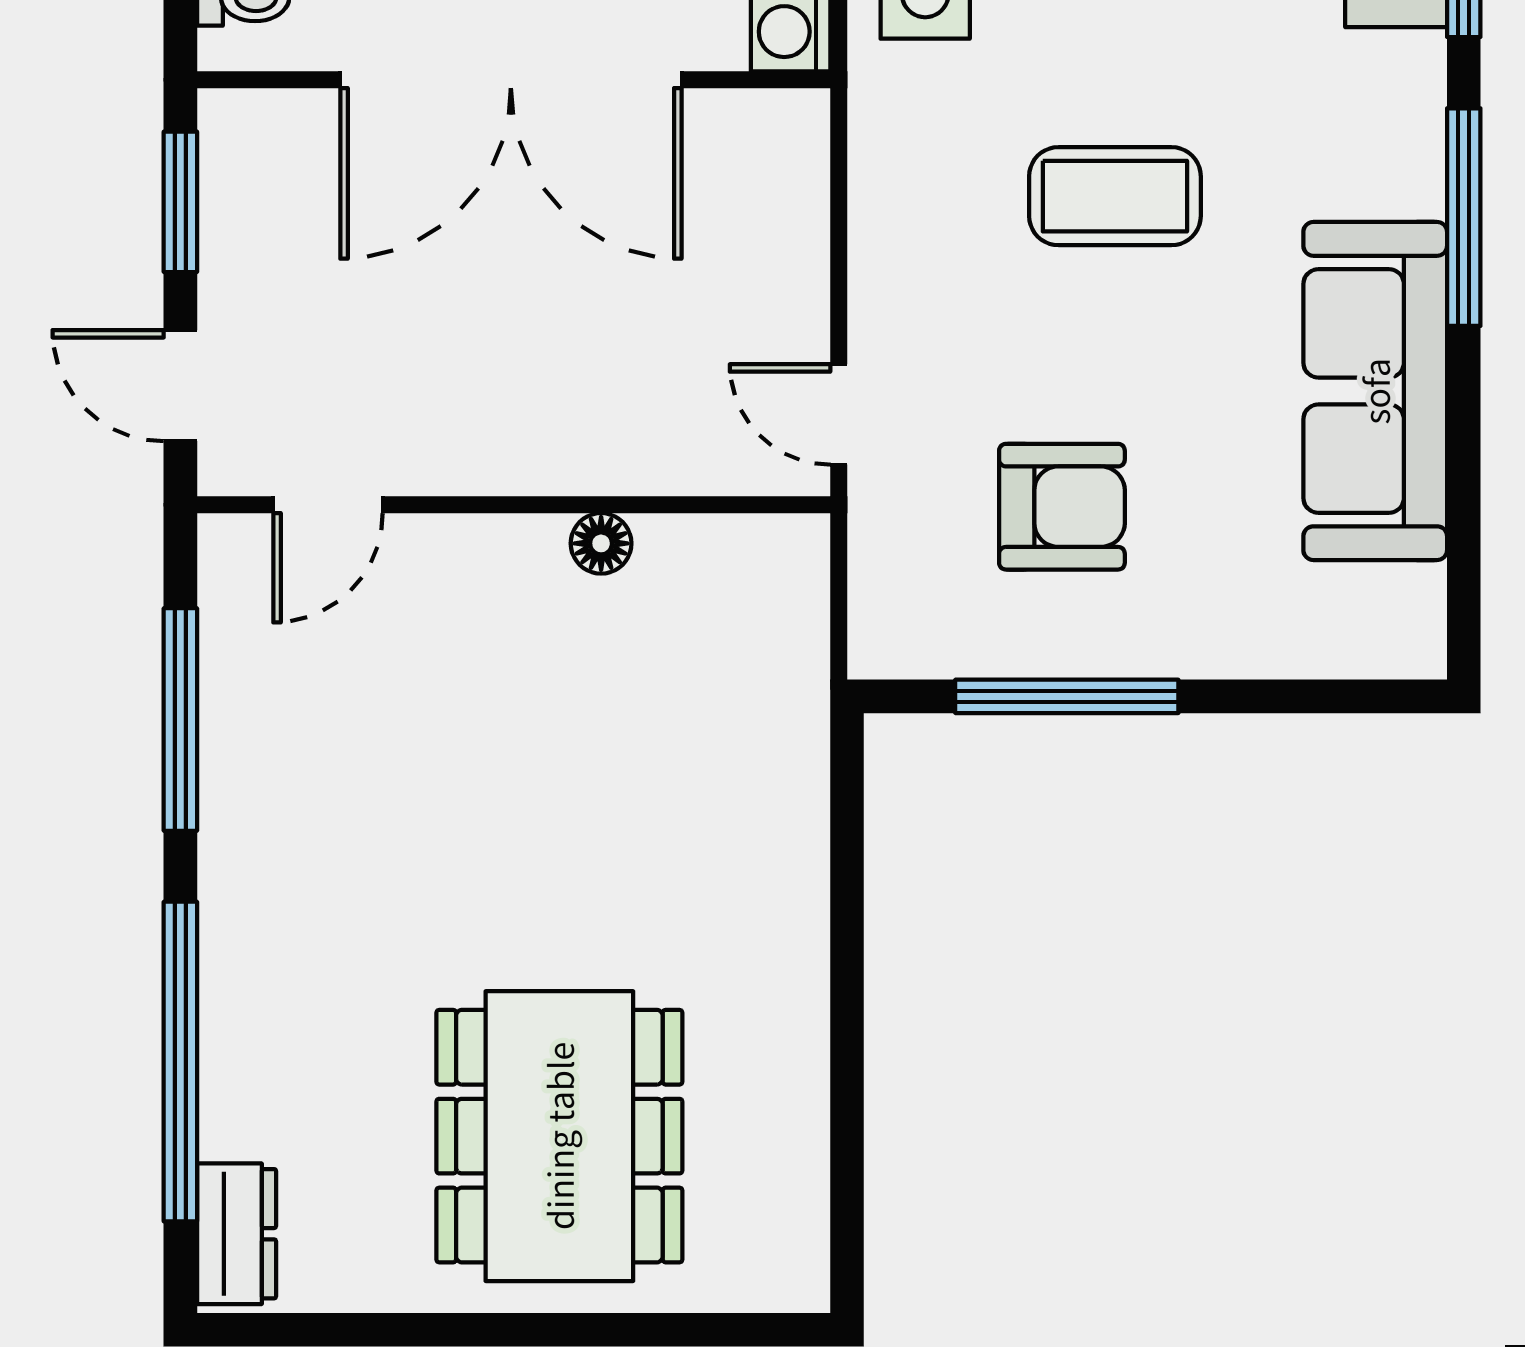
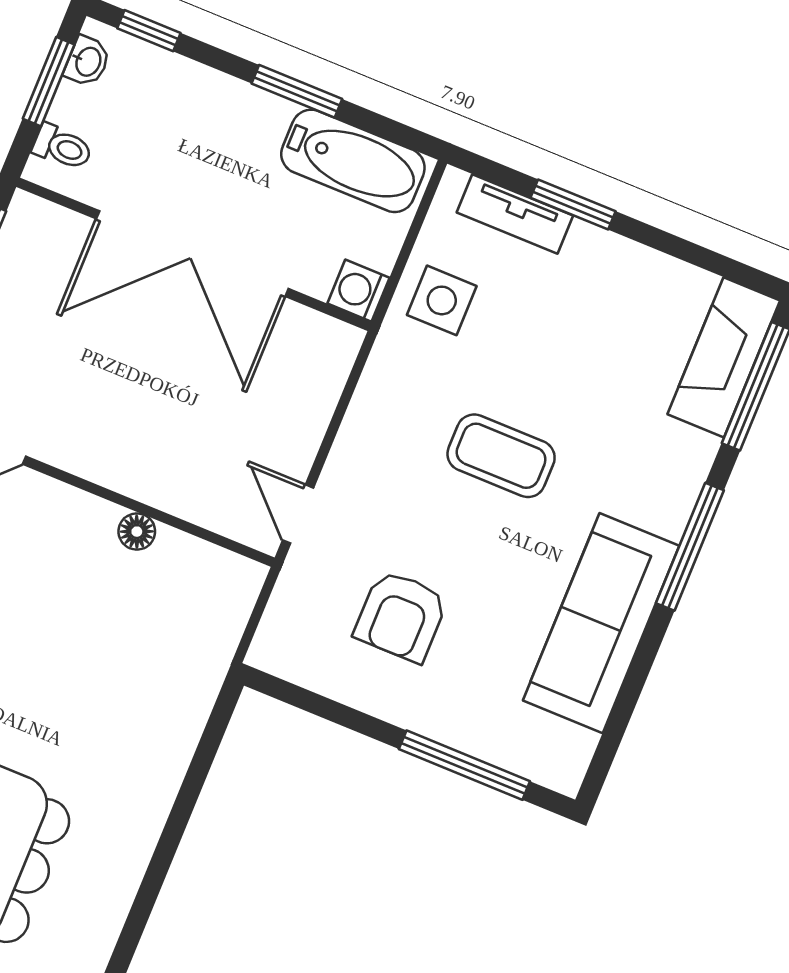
armchair: (1062, 507) -> (401, 616), turned 90
window: (1067, 696) -> (464, 765), moved

